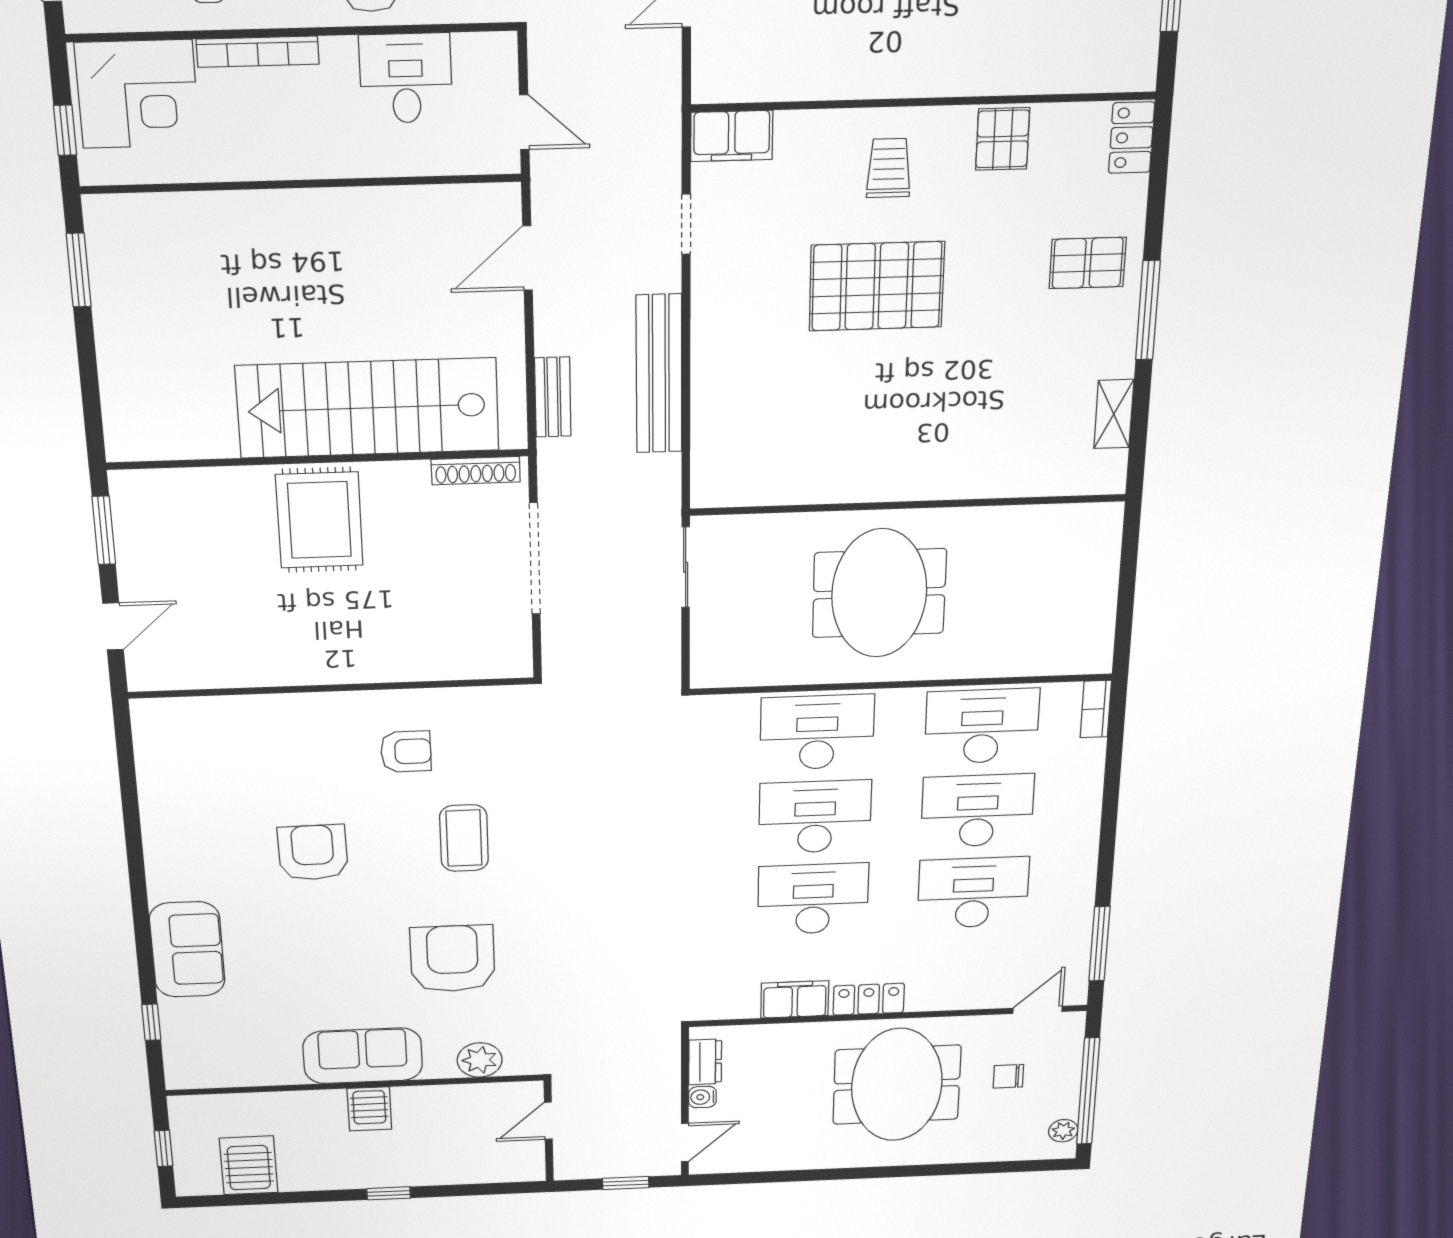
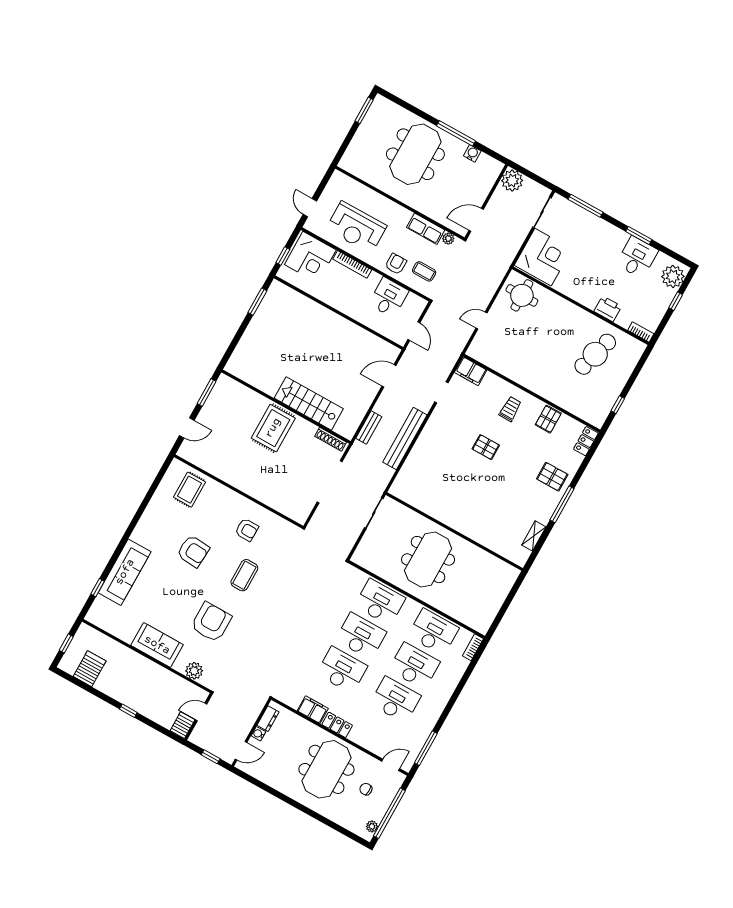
pallet: (877, 286) -> (486, 447), width x0.49, depth x0.50
stairs: (368, 408) -> (309, 403), width x0.73, depth x0.66
rug: (214, 742) -> (190, 490), added
armchair: (313, 853) -> (193, 551), turned 95
sofa: (187, 950) -> (125, 572), width x1.36
server rack: (369, 1109) -> (183, 725), moved, turned 180

